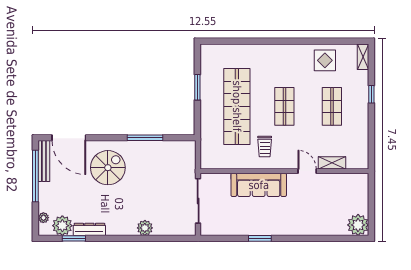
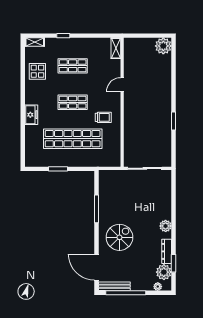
freezer: (268, 52) -> (31, 115), added
door: (69, 138) -> (97, 267), swing flipped
shelving: (332, 163) -> (116, 48), moved
spiral stairs: (108, 168) -> (119, 237), turned 90
sofa: (259, 185) -> (133, 122), removed
plant: (145, 228) -> (166, 226), moved

